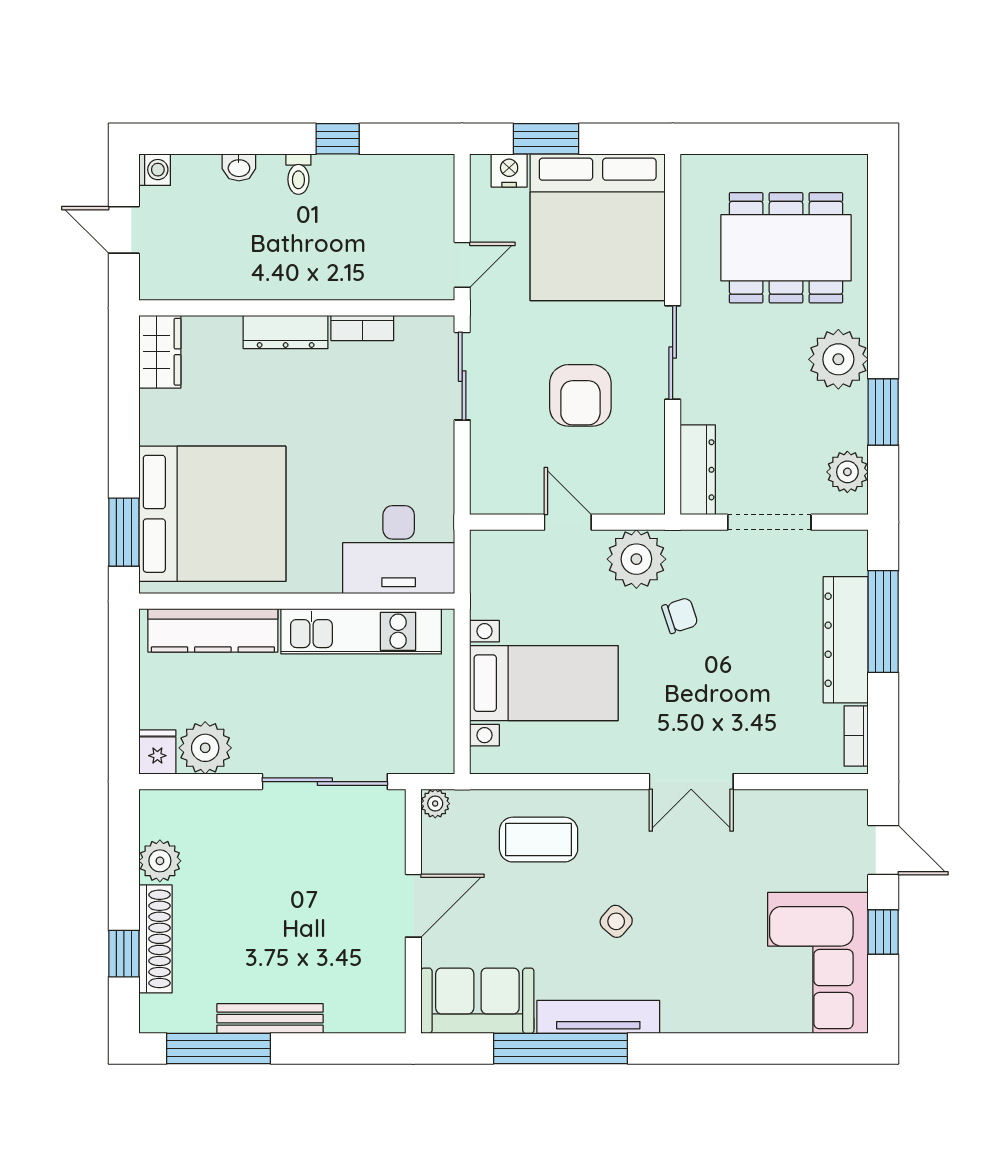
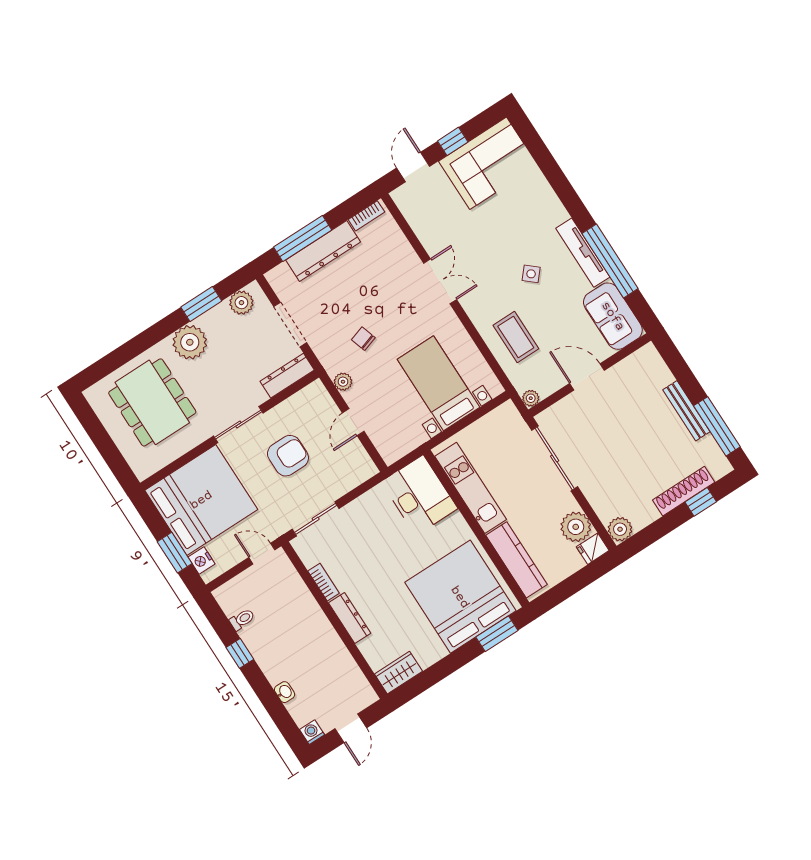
toilet: (298, 174) -> (242, 619), moved
plant: (636, 559) -> (343, 382), width x0.53, depth x0.53
plant: (160, 861) -> (620, 529), moved

